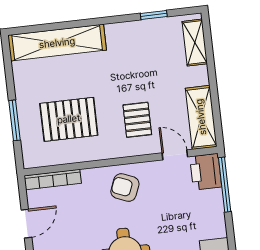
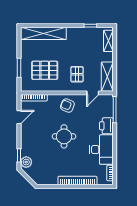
door: (175, 155) -> (93, 93), swing flipped
printer: (206, 172) -> (106, 126), moved

